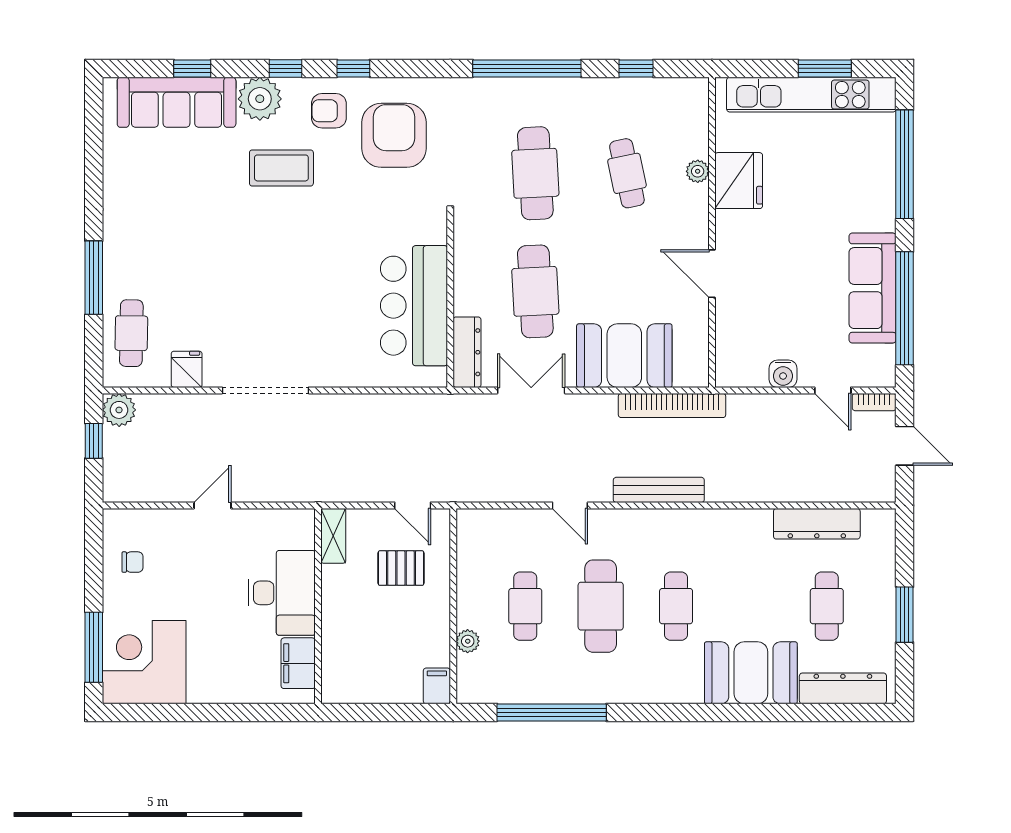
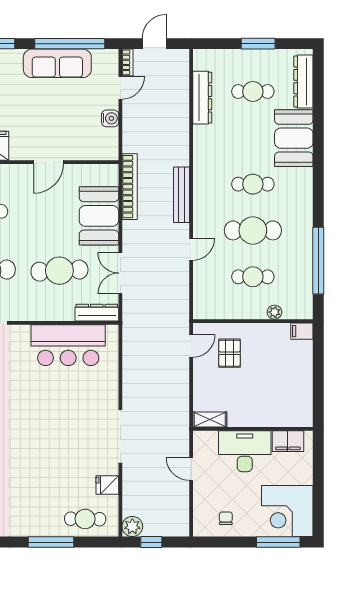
shelving: (333, 536) -> (210, 420), moved
desk: (282, 593) -> (245, 451), moved
wall: (318, 606) -> (253, 429), moved
filing cabinet: (298, 663) -> (288, 441), moved

